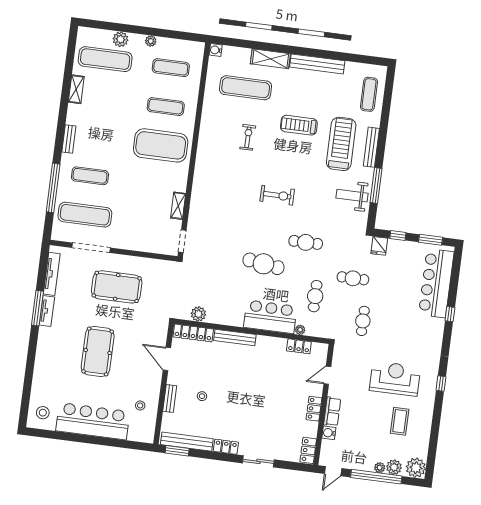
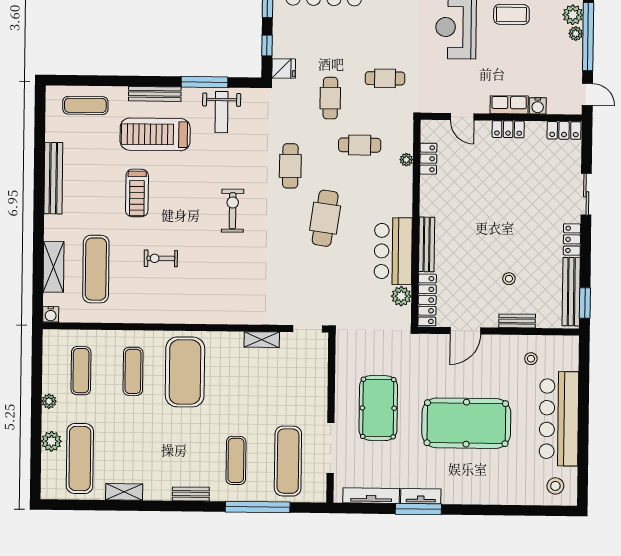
shelving: (270, 59) -> (53, 267), moved
bar counter: (270, 317) -> (393, 251), moved
pool table: (98, 351) -> (466, 423), width x1.36, depth x1.32

